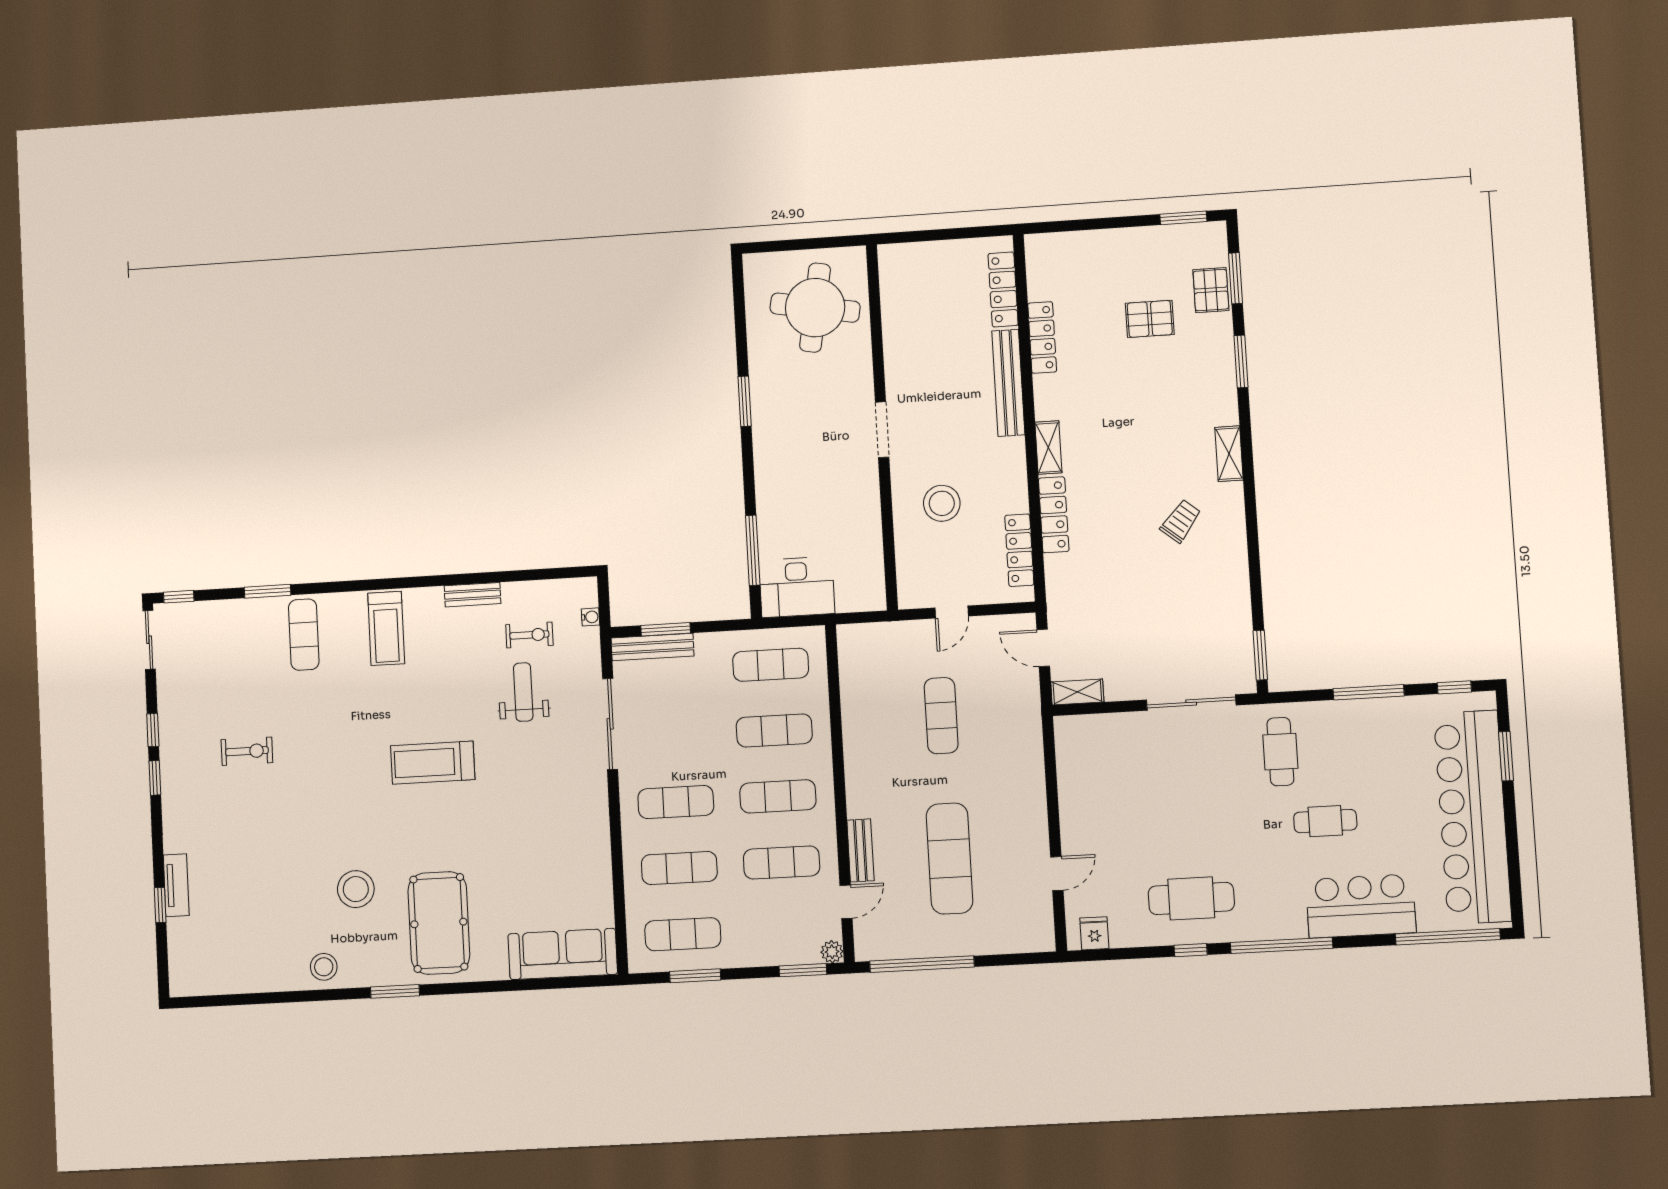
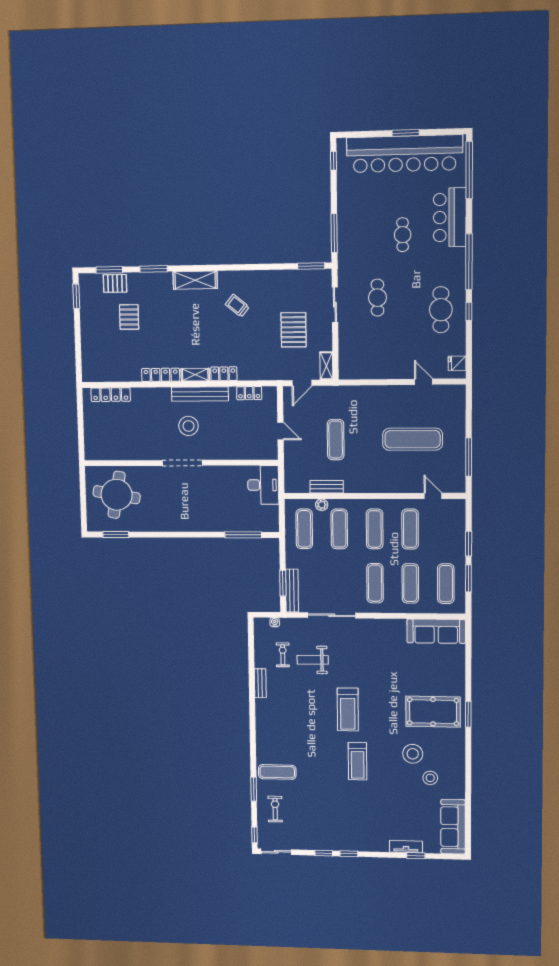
locker: (1042, 338) -> (161, 375), moved
bench: (1008, 383) -> (200, 394), moved
window: (745, 401) -> (116, 535), moved
doorway: (882, 430) -> (182, 463), width x1.36
shelving: (1229, 454) -> (195, 280), width x1.50, depth x1.33
stool: (942, 503) -> (188, 426), moved
locker: (1054, 515) -> (224, 374), width x0.66
locker: (1019, 550) -> (249, 393), width x0.66
desk: (797, 587) -> (263, 485), moved
treadmill: (386, 628) -> (358, 761), moved, turned 90
pallet: (1141, 628) -> (294, 330), added
window: (1369, 692) -> (334, 233), moved
sliding door: (1191, 703) -> (335, 305), width x0.73
exercise mat: (941, 716) -> (336, 440), turned 90
exercise bike: (247, 751) -> (275, 809), moved
cafe table: (1280, 752) -> (377, 298), moved, turned 90
window: (1506, 756) -> (406, 133), moved
bench: (860, 850) -> (327, 487), moved
plant: (832, 952) -> (322, 505), moved
sofa: (563, 954) -> (436, 631), moved, turned -90
window: (922, 964) -> (469, 457), width x0.68
stool: (324, 967) -> (430, 778), moved
window: (803, 970) -> (469, 544), moved
sofa: (221, 972) -> (453, 827), added
window: (395, 991) -> (468, 714), moved

